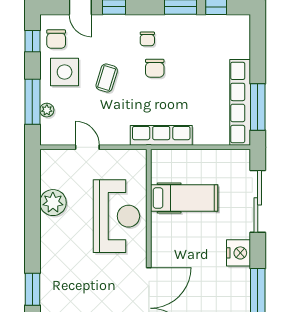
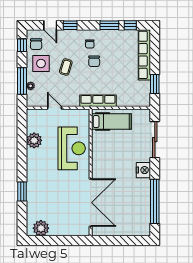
row of seats: (240, 102) -> (144, 55), moved
window: (258, 107) -> (155, 84), width x0.69
hospital bed: (184, 198) -> (111, 122), moved

